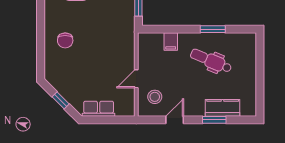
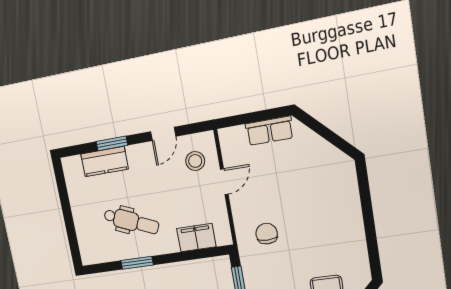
chair: (65, 40) -> (267, 234), moved
filing cabinet: (171, 42) -> (196, 238), width x2.00
window: (61, 100) -> (326, 133), removed

